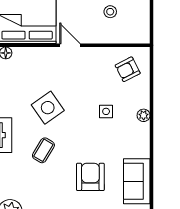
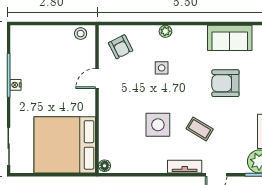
stool: (110, 12) -> (81, 34), moved
door: (70, 45) -> (97, 78), moved
side table: (48, 108) -> (158, 125), turned 35

